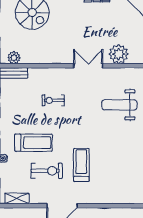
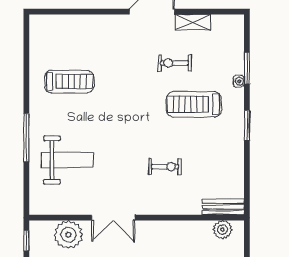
treadmill: (81, 165) -> (69, 82), moved, turned -90
exercise bike: (47, 171) -> (175, 63), width x0.73, depth x0.72
shelving: (17, 198) -> (193, 22), moved

